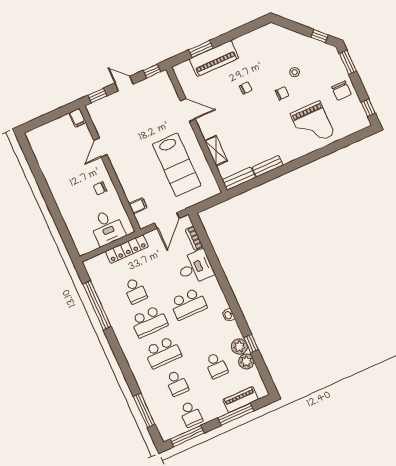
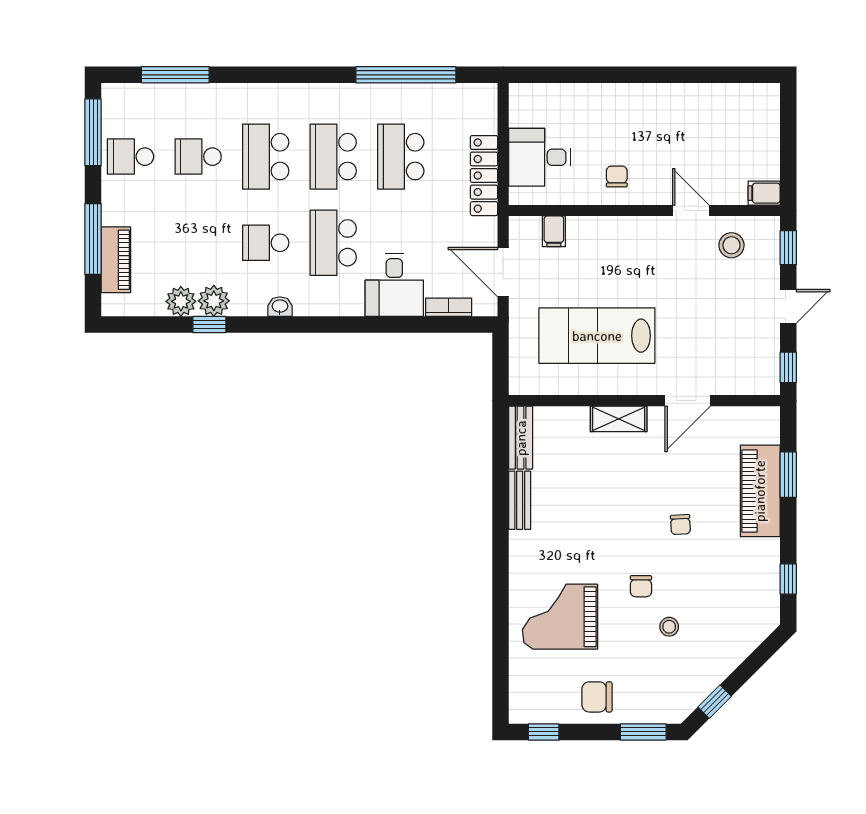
window: (248, 28) -> (788, 579), added
stool: (108, 122) -> (731, 245), added
shelving: (216, 151) -> (619, 419), moved
school desk: (135, 291) -> (401, 157), width x1.85
school desk: (216, 366) -> (266, 243), moved

